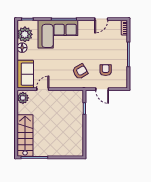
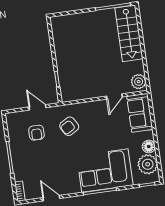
door: (101, 19) -> (51, 198), hinge flipped

